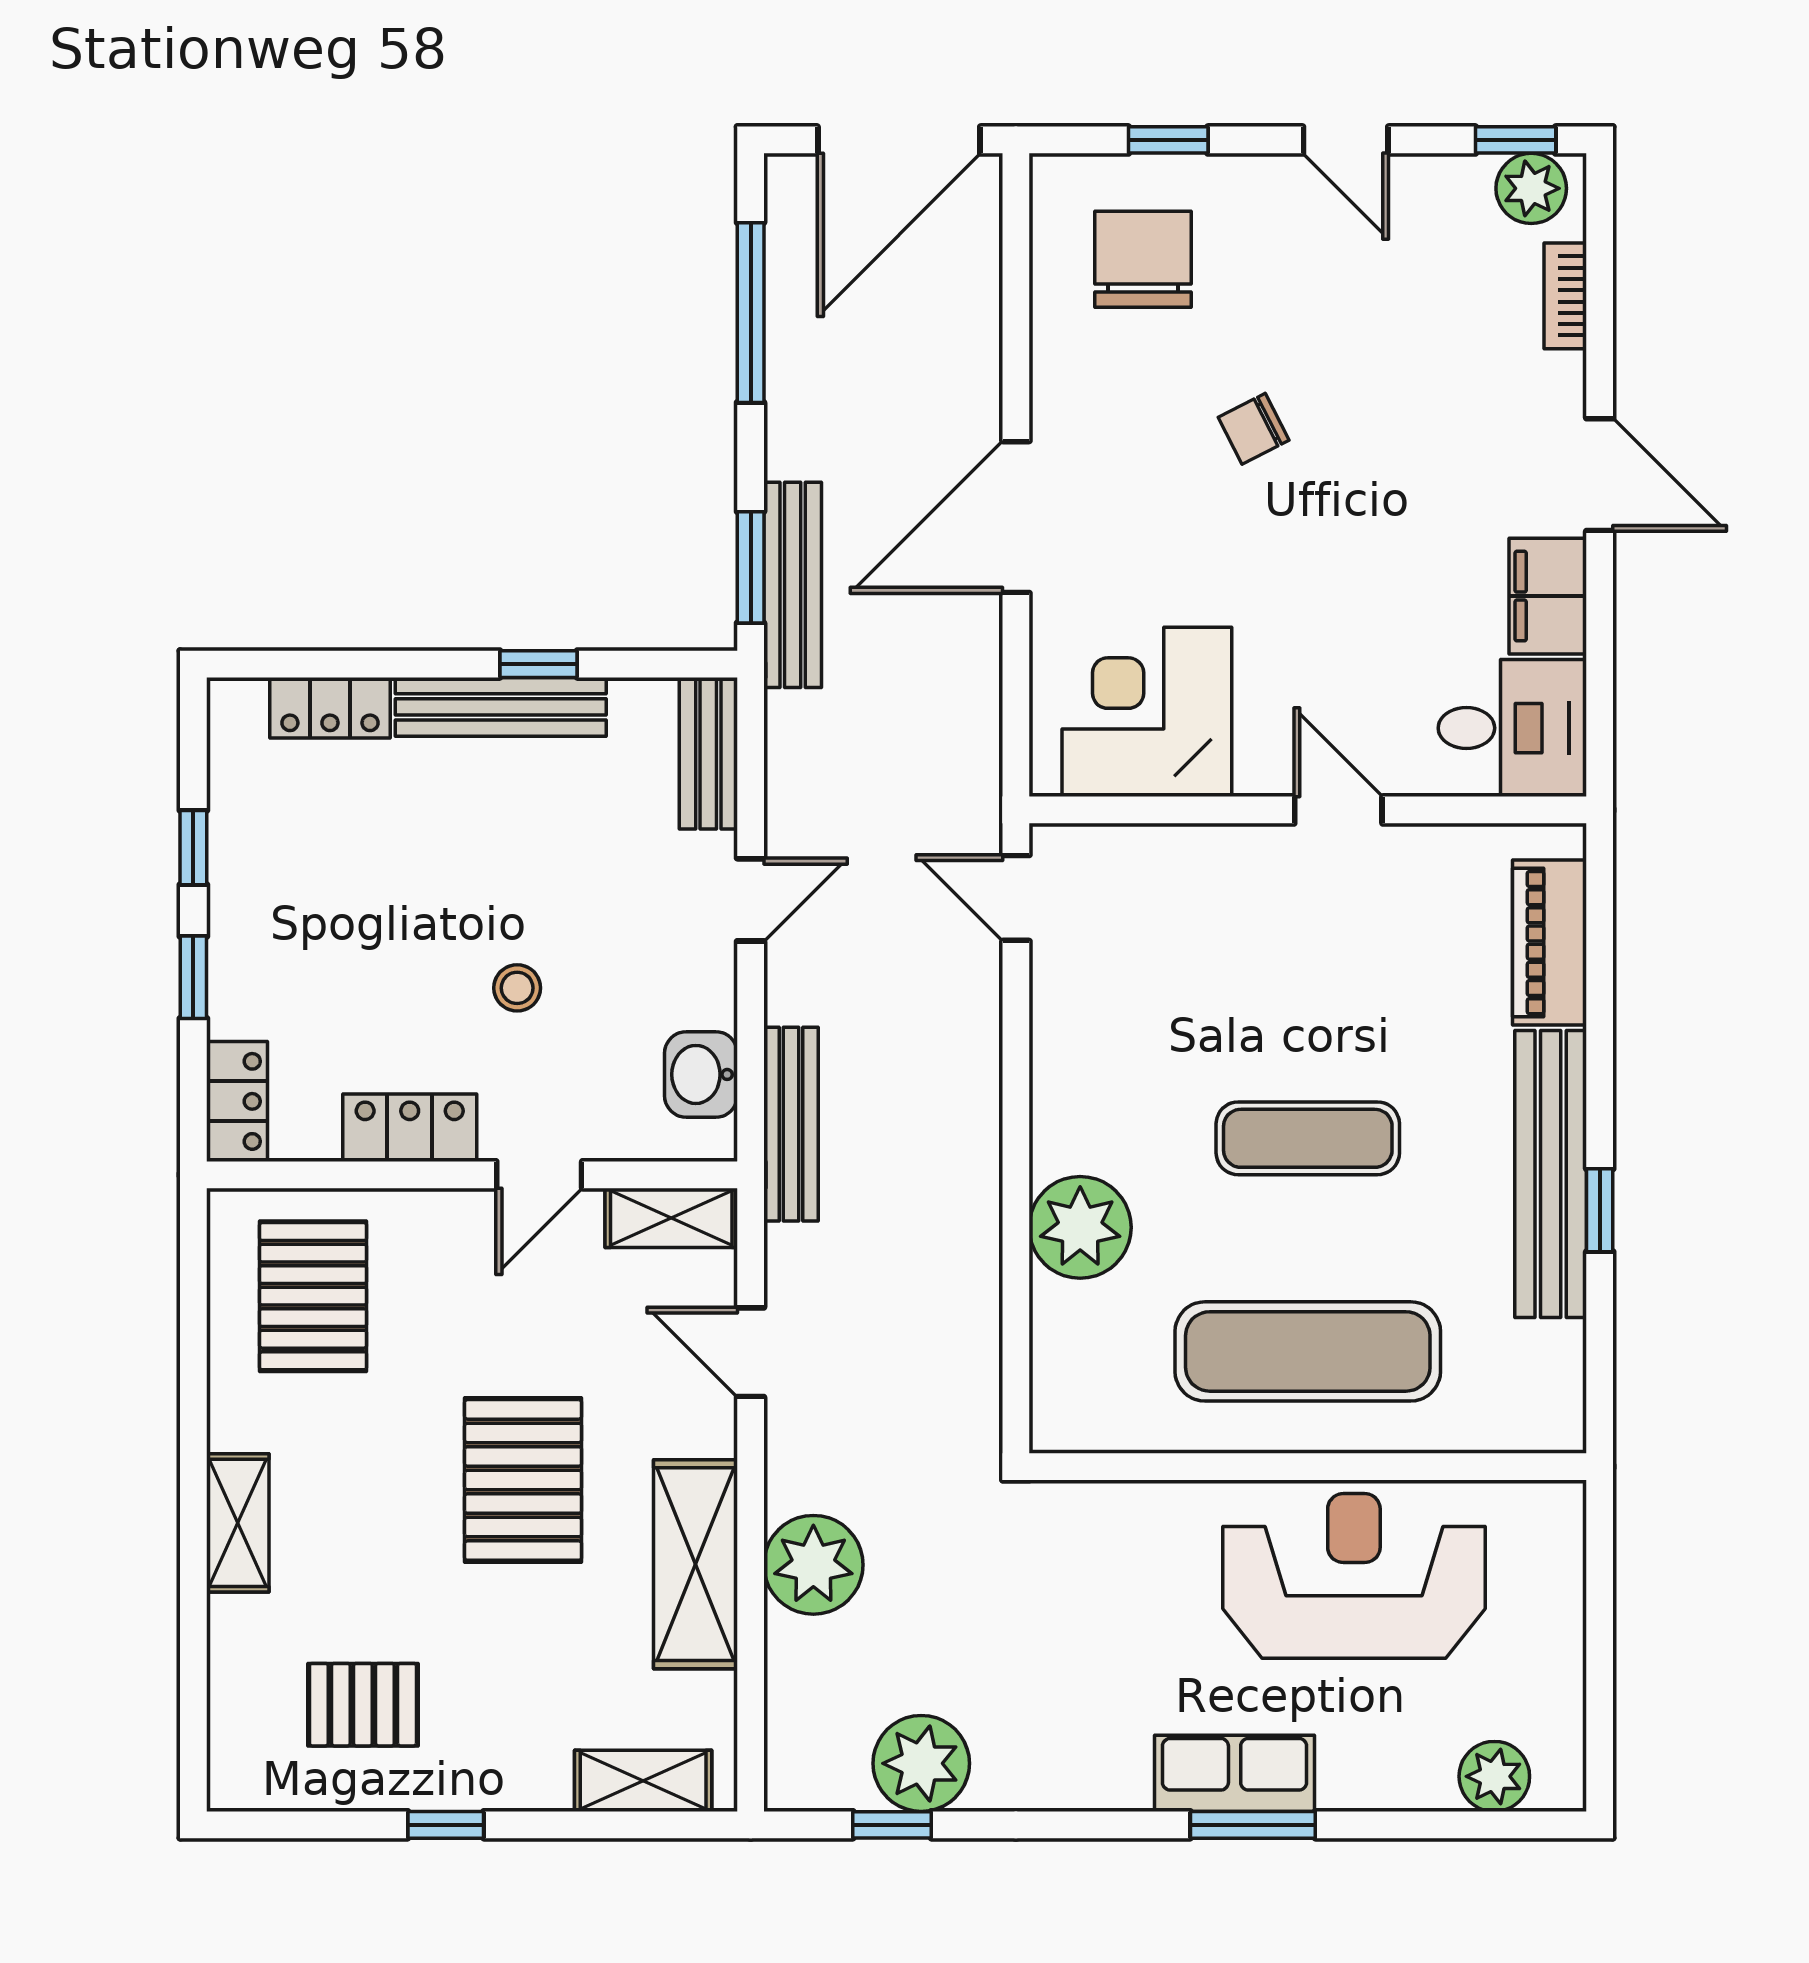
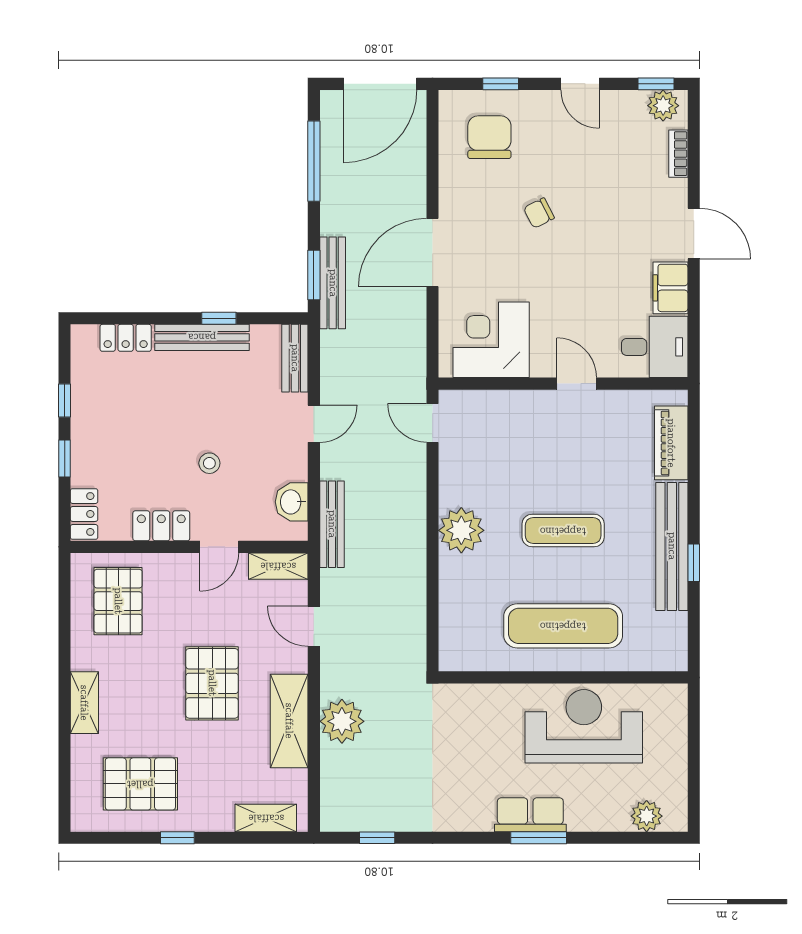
plant: (1080, 1227) -> (461, 530), moved
pallet: (363, 1705) -> (140, 784), width x1.50, depth x1.42
plant: (921, 1763) -> (390, 810), removed

